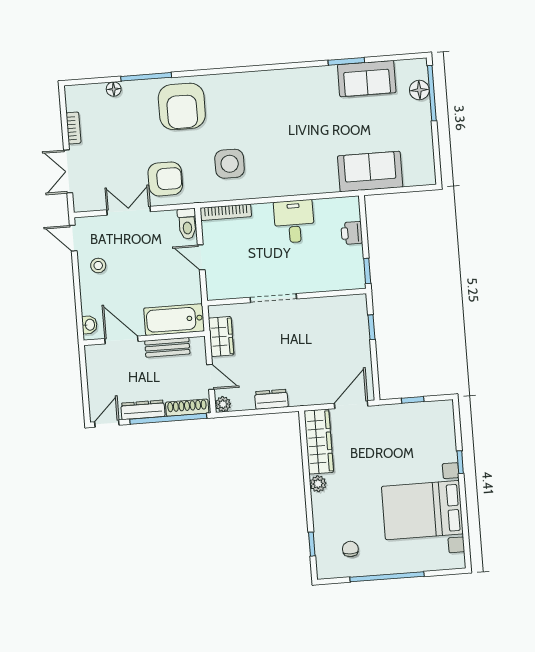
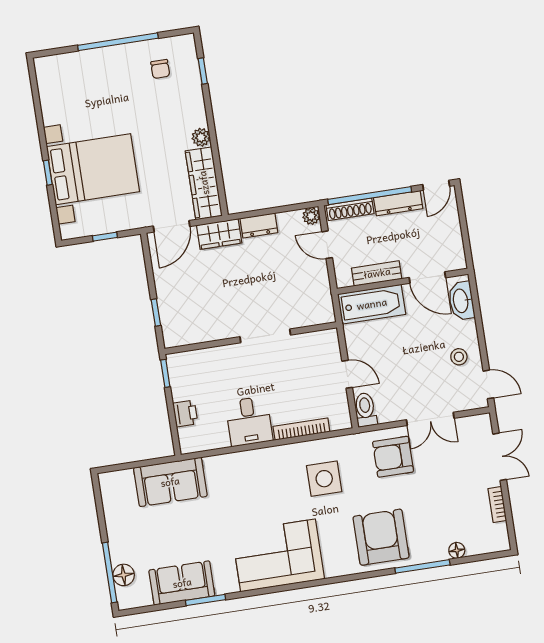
corner sofa: (277, 97) -> (278, 555), added
bookcase: (226, 212) -> (301, 429), moved
washbasin: (89, 325) -> (461, 301), width x1.91, depth x1.45
wardrobe: (221, 336) -> (219, 234), moved, turned -90
bed with nightstands: (422, 510) -> (93, 169), moved

